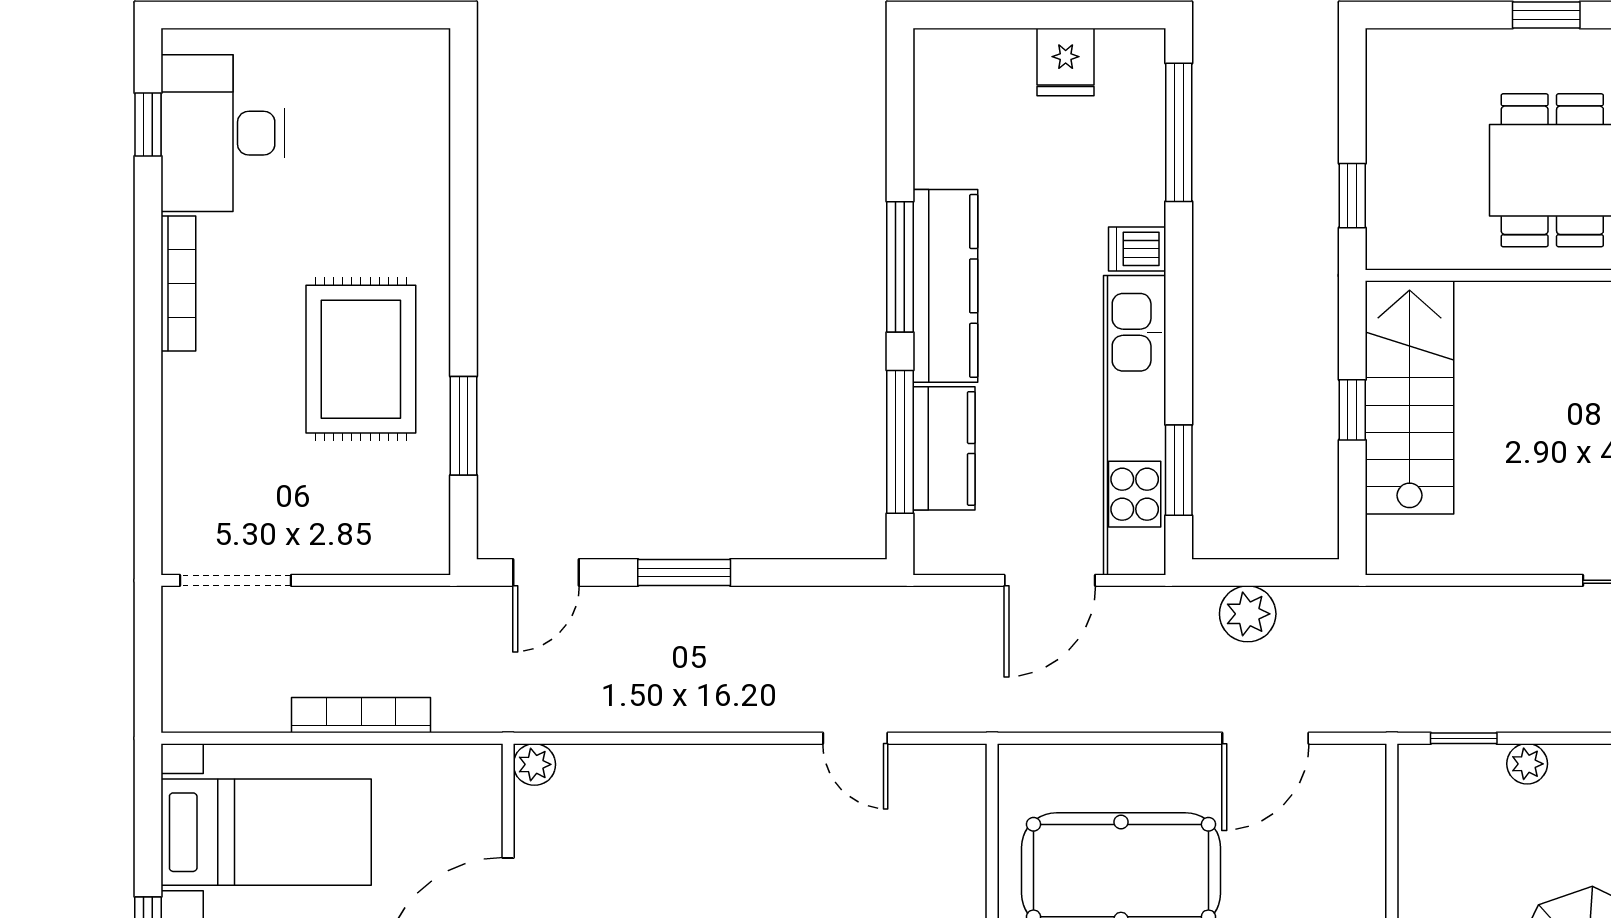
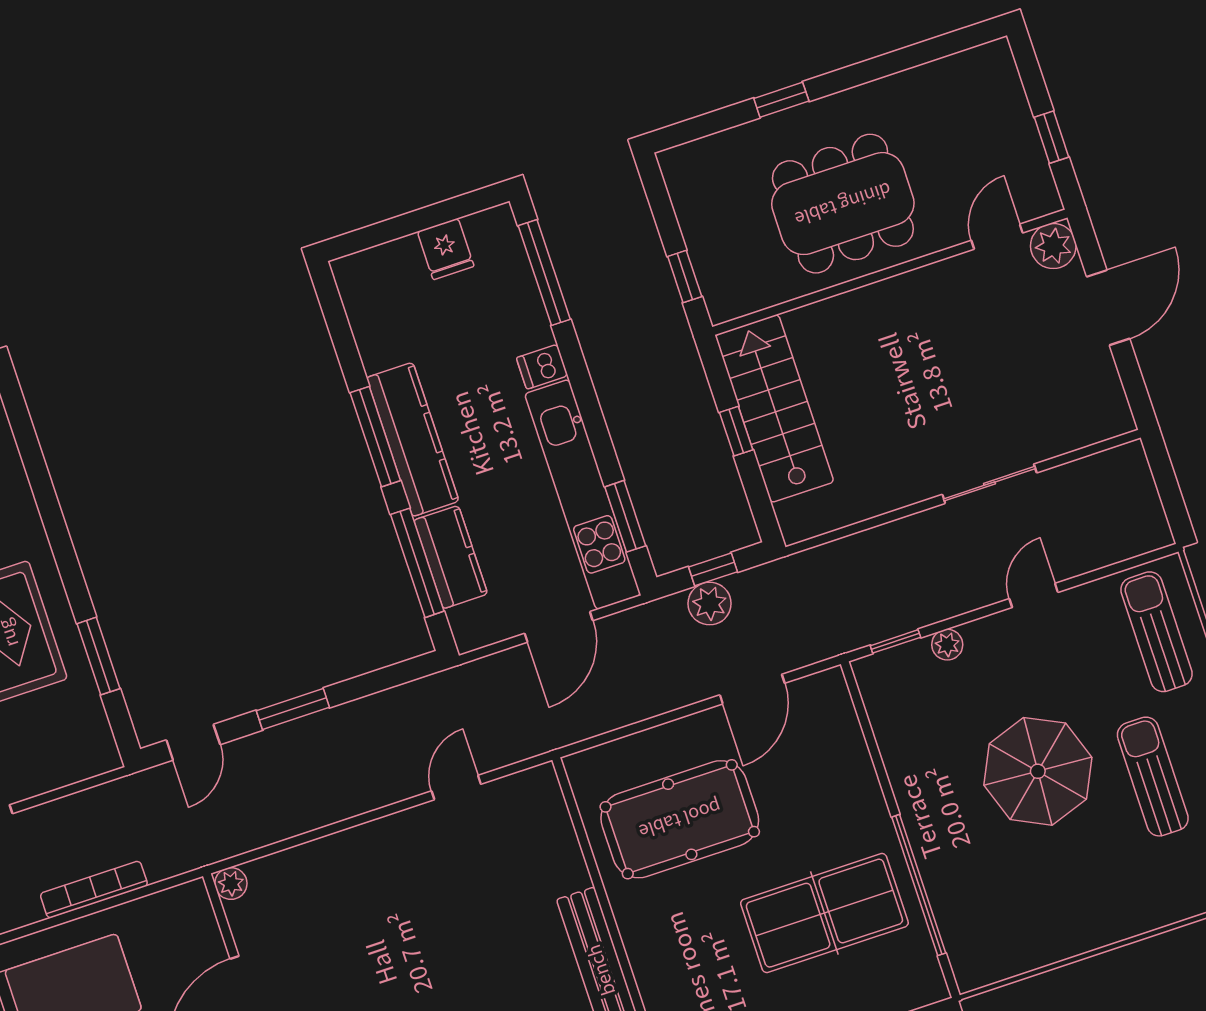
window: (1266, 573) -> (713, 569), added
door: (855, 738) -> (456, 788), swing flipped

